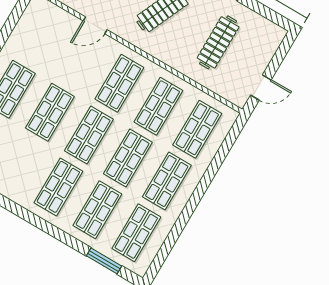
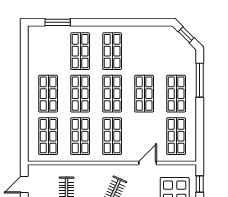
shop shelf: (136, 233) -> (176, 136), moved

